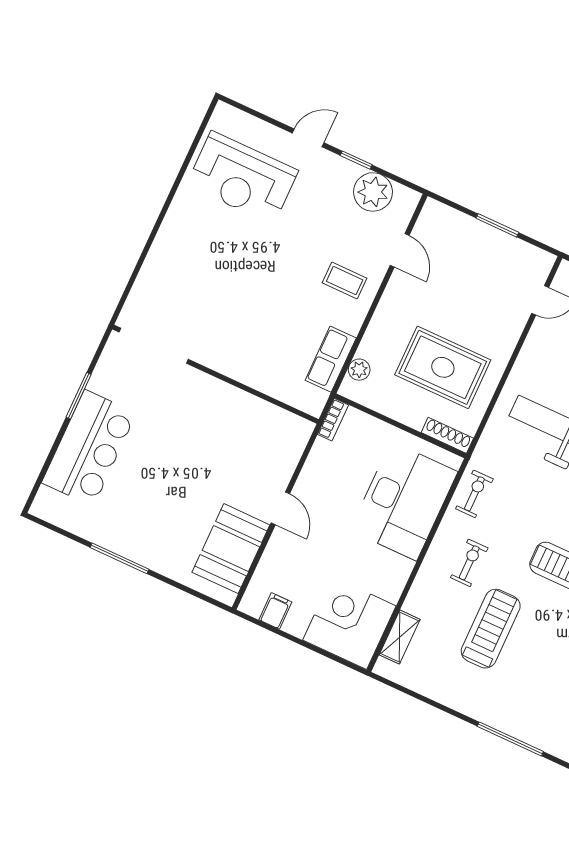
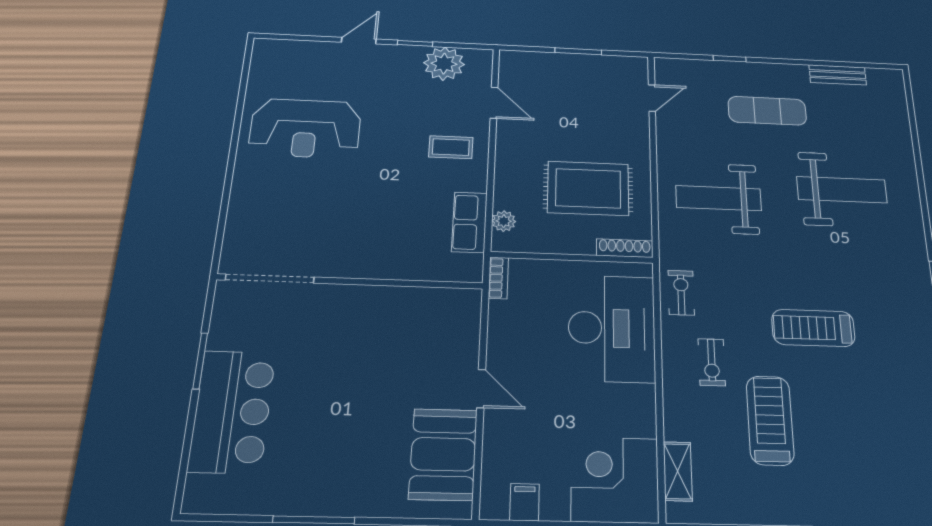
reception desk: (242, 178) -> (305, 128), moved
exercise bike: (469, 563) -> (712, 362), turned 180

